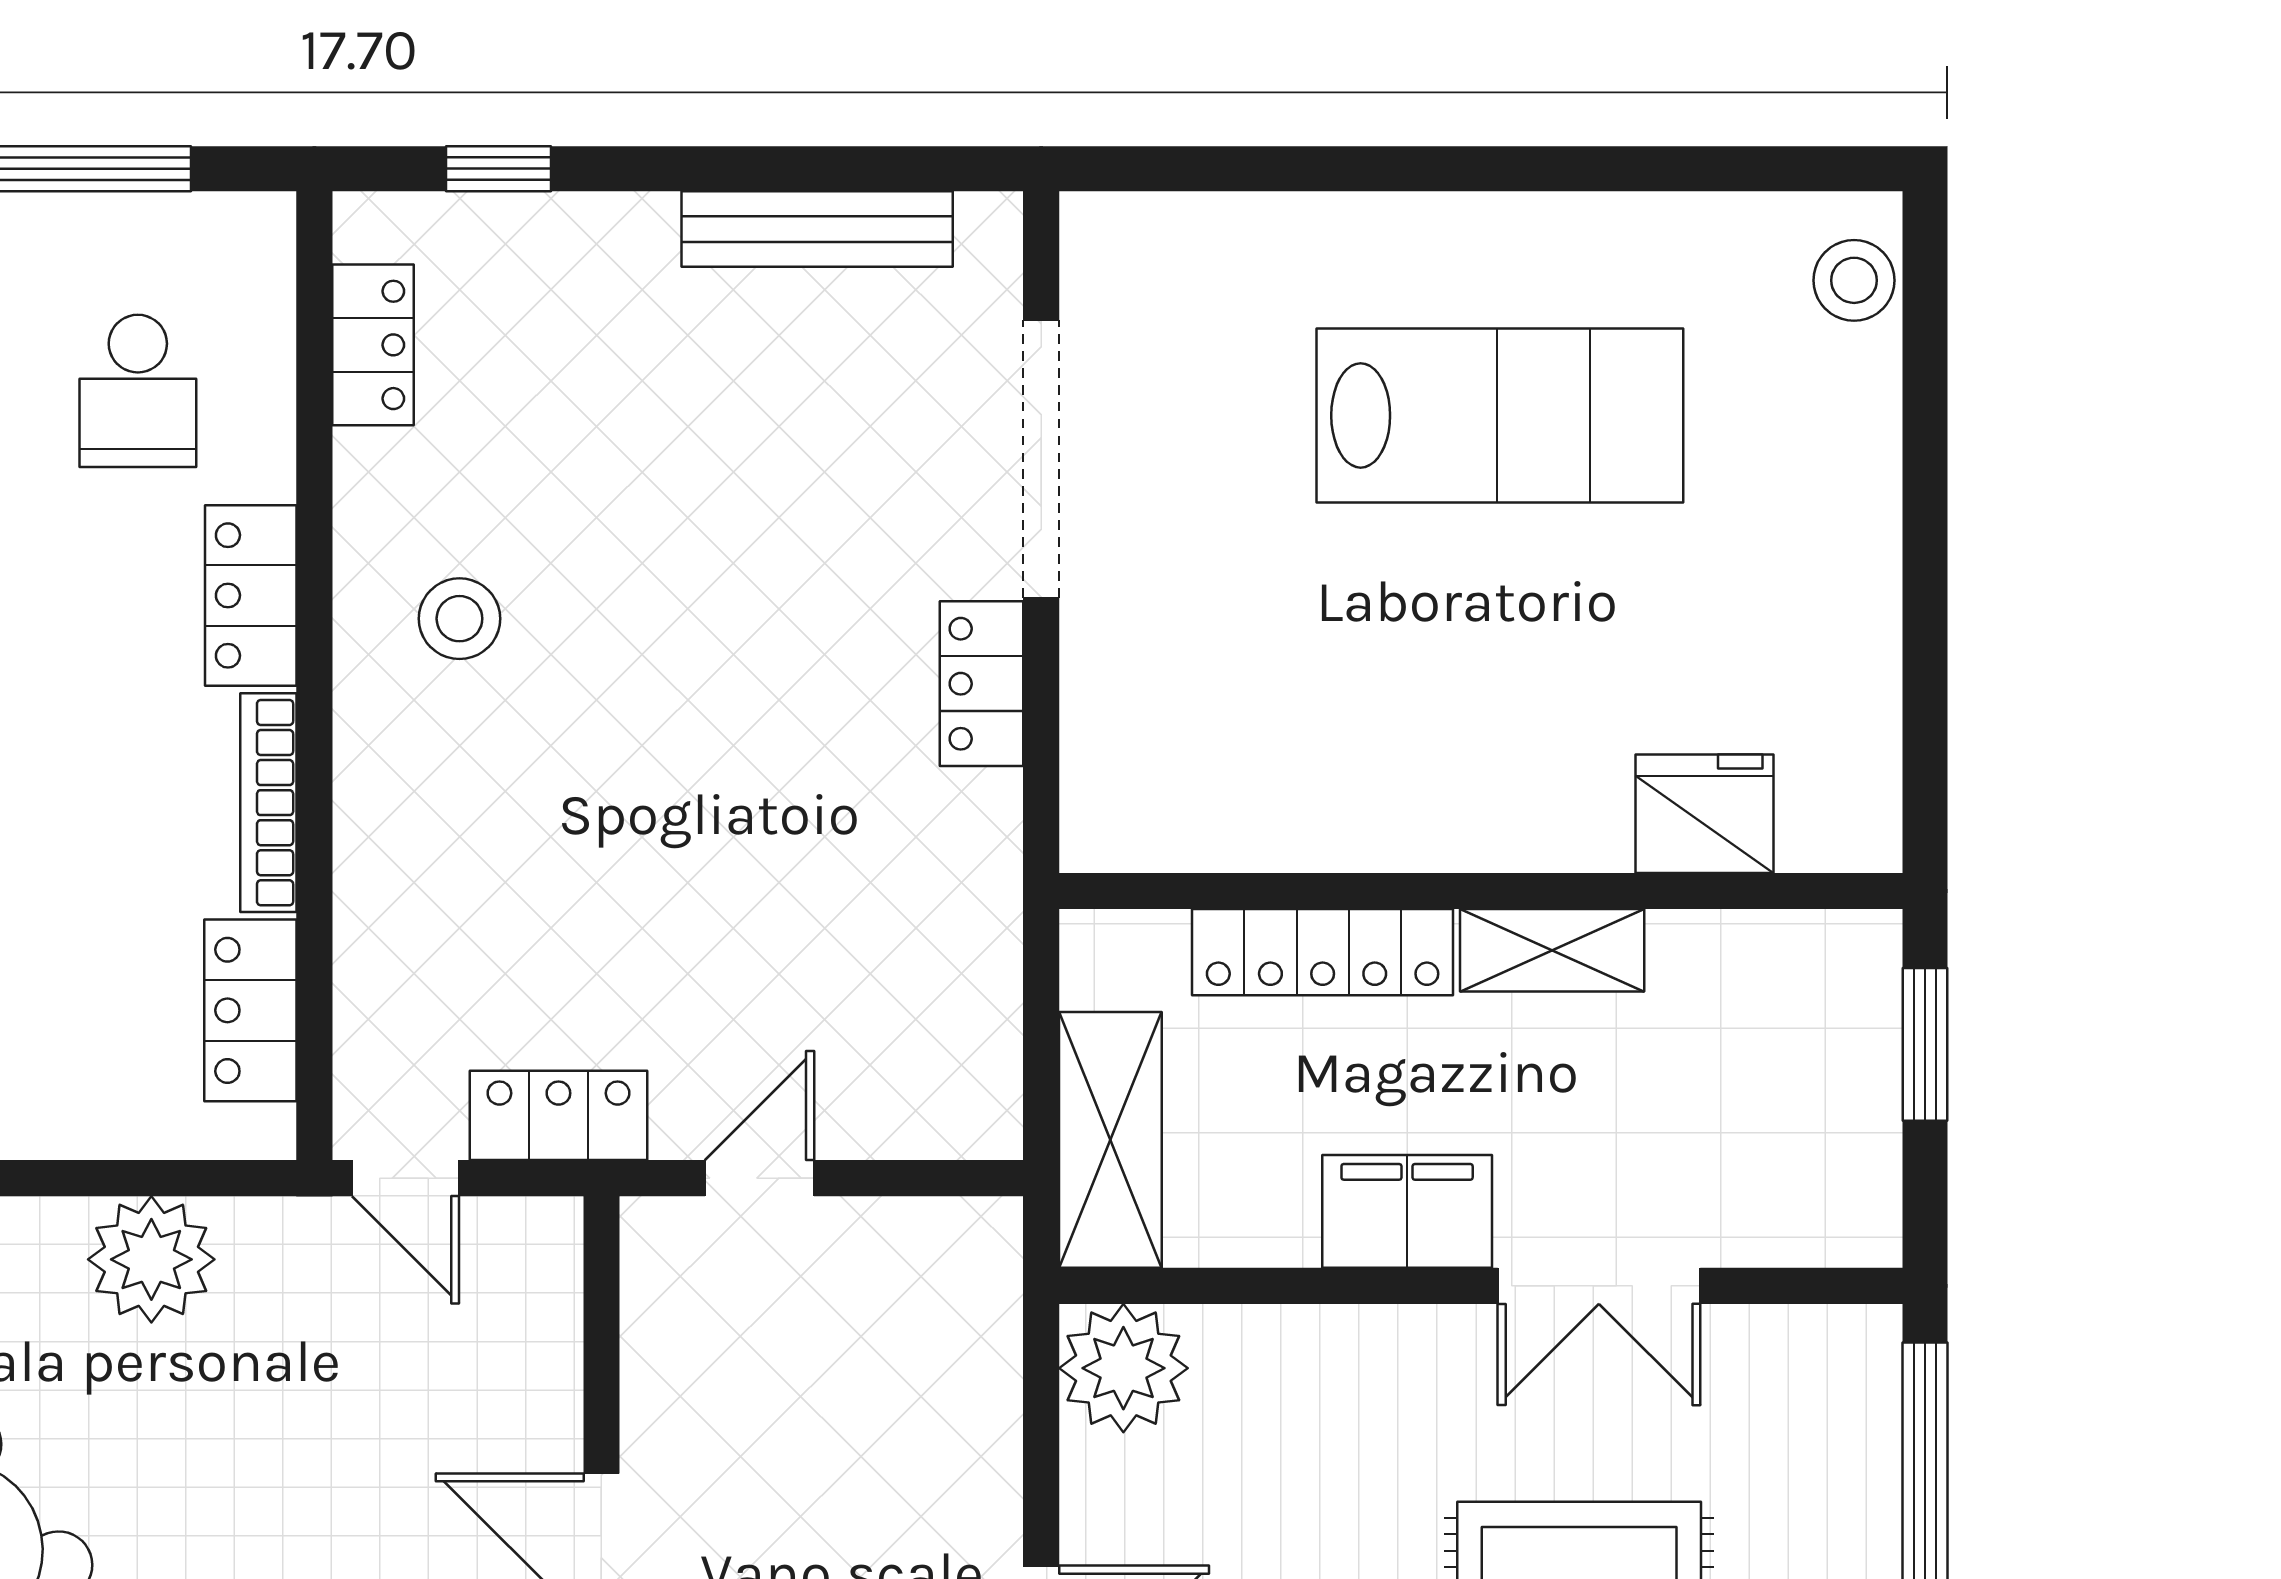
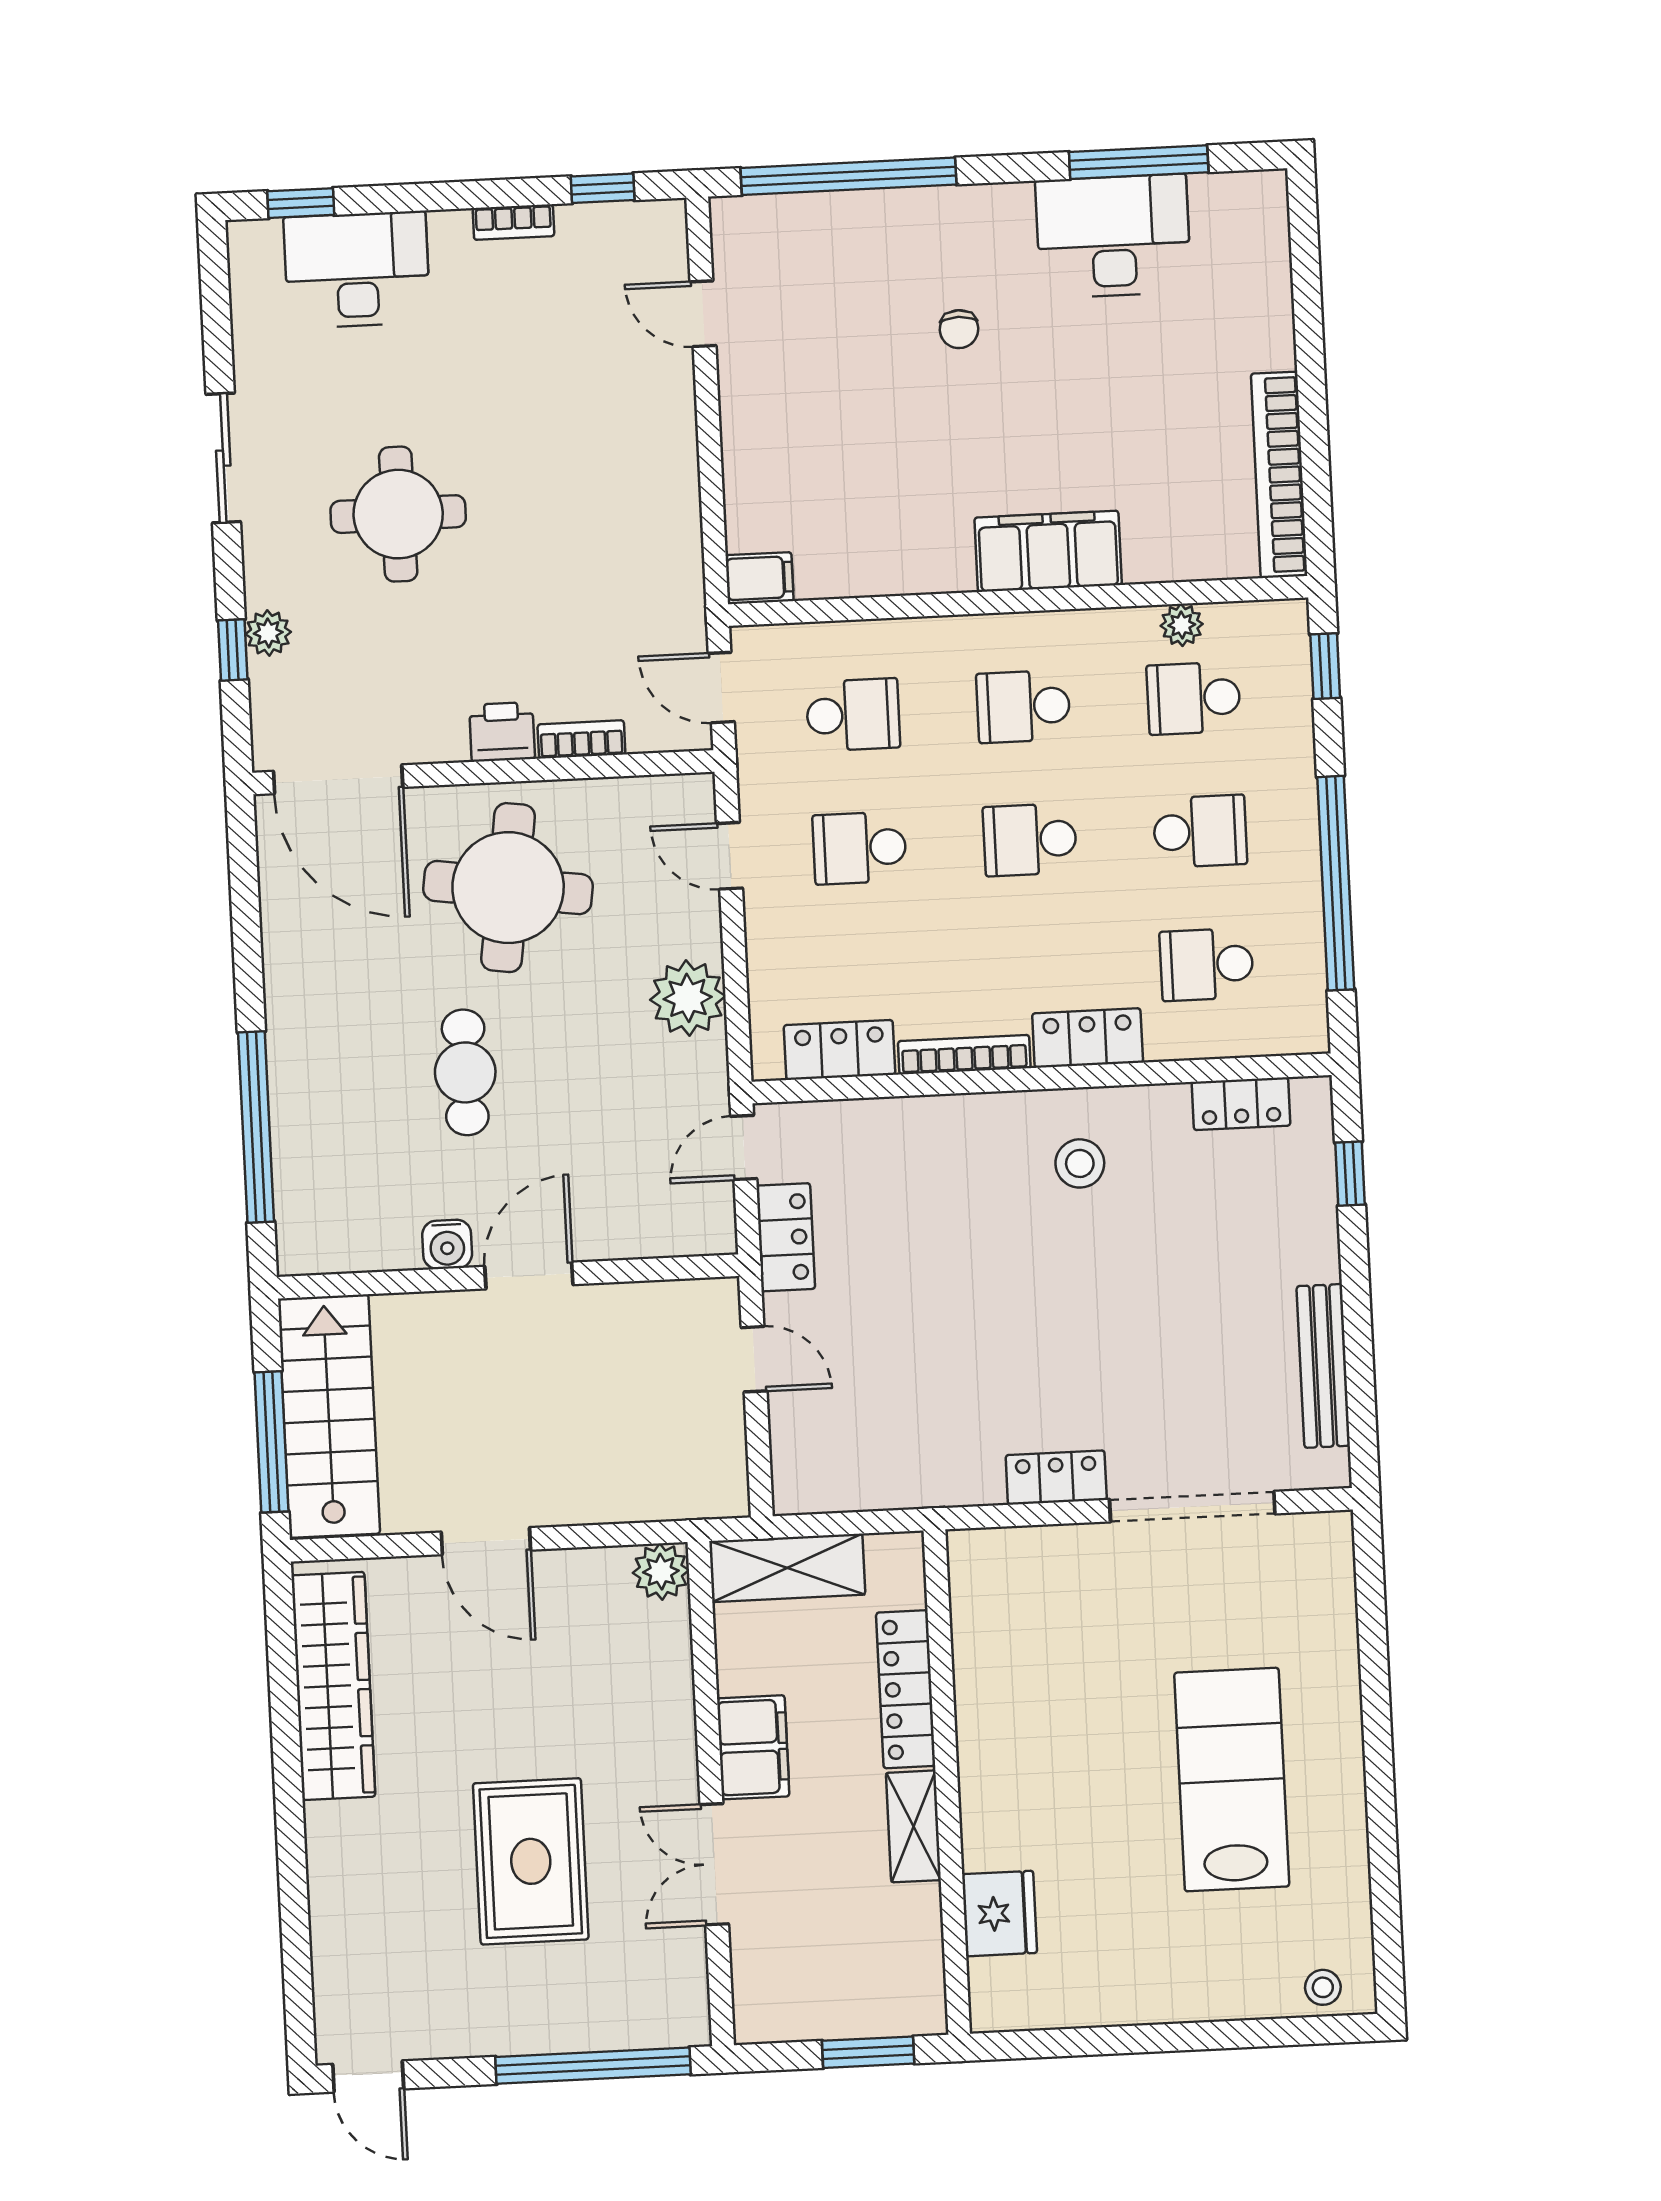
stool: (1854, 280) -> (1323, 1987), width x0.73, depth x0.73
lab bench: (1500, 415) -> (1232, 1780), turned 180
plant: (1123, 1368) -> (661, 1572), width x0.73, depth x0.73

